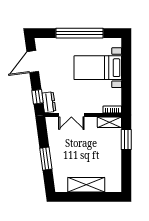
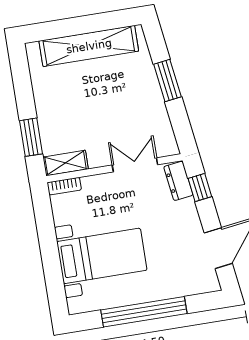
shelving: (86, 185) -> (89, 46), width x1.47

